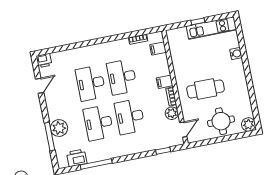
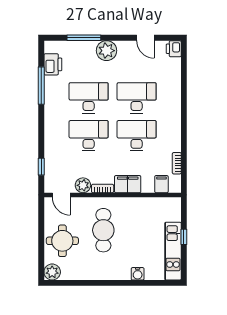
filing cabinet: (165, 82) -> (128, 184), width x2.00
plant: (59, 128) -> (107, 51), moved

